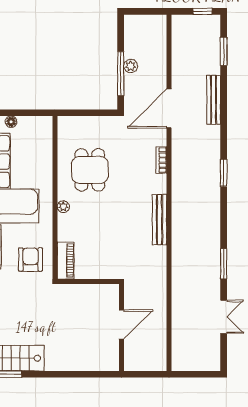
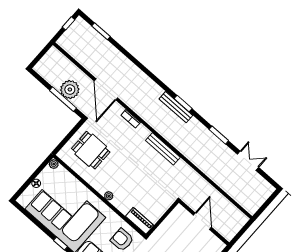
plant: (131, 66) -> (70, 90), width x1.87, depth x1.87
bench: (214, 100) -> (176, 107), moved
plant: (46, 122) -> (54, 164), added
dining table: (90, 170) -> (91, 150), moved
window: (224, 173) -> (183, 104), moved

